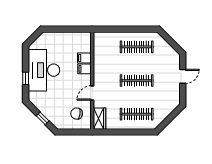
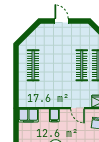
filing cabinet: (84, 58) -> (28, 116), moved, width x2.00
clothes rail: (137, 81) -> (82, 65), moved

